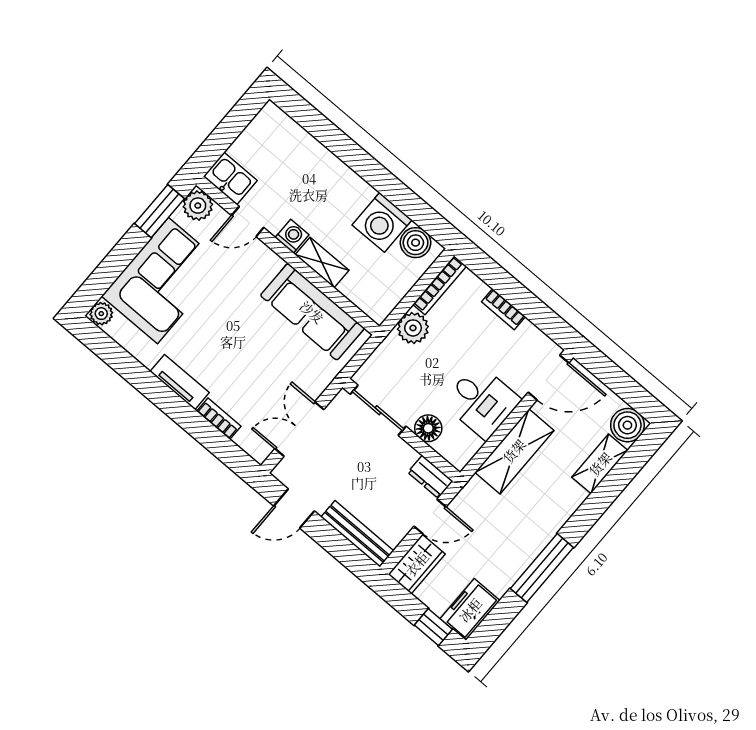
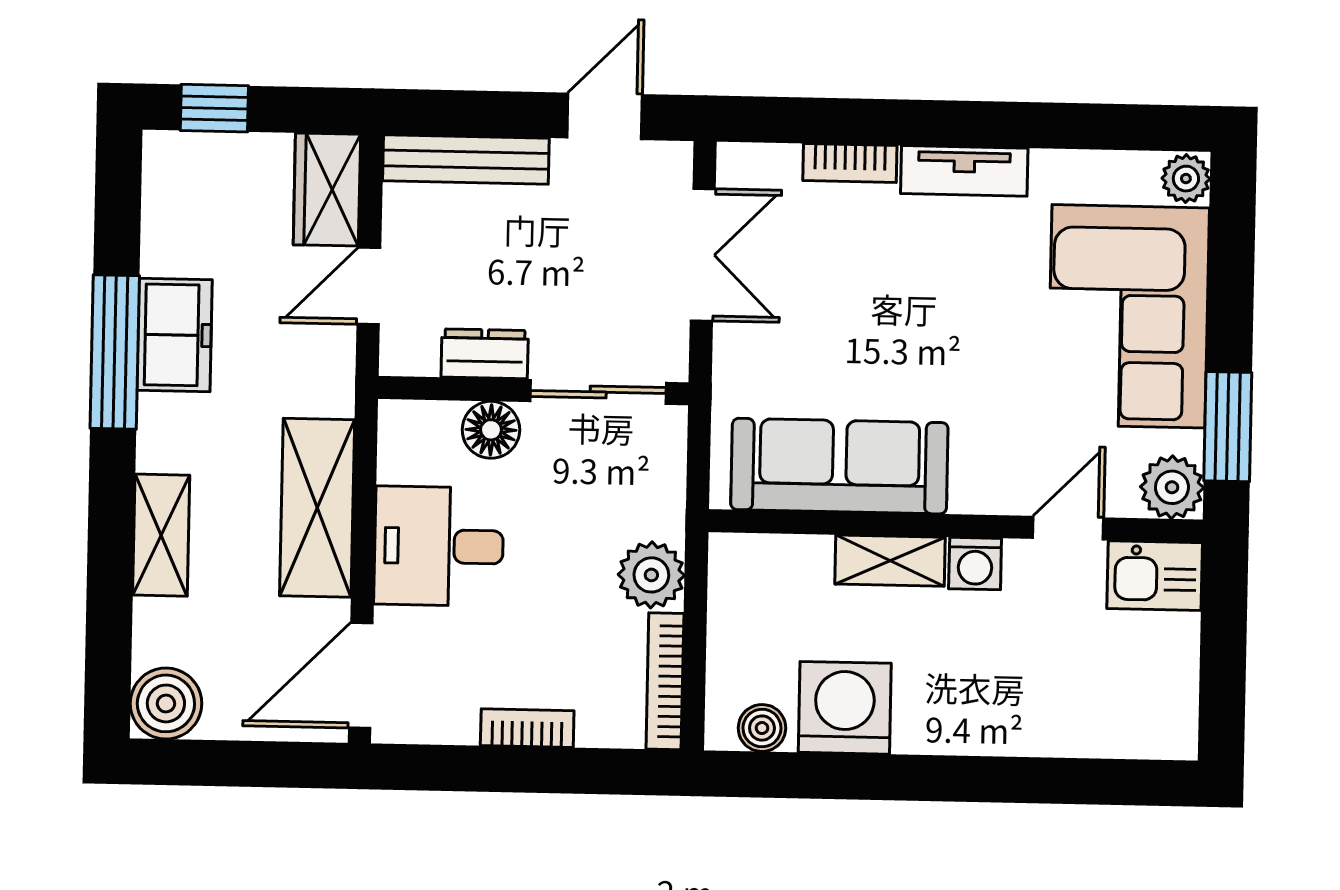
boiler: (416, 243) -> (762, 728), width x0.73, depth x0.73
shelving: (600, 464) -> (161, 535), moved
dresser: (430, 477) -> (485, 354), moved
freezer: (470, 610) -> (174, 335), moved

